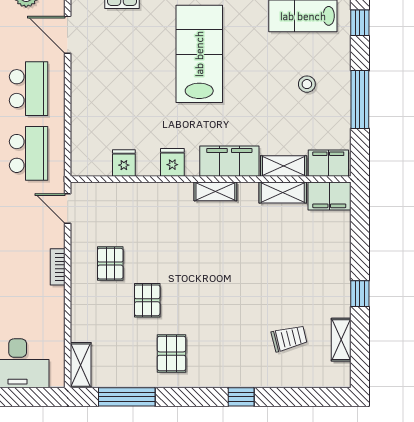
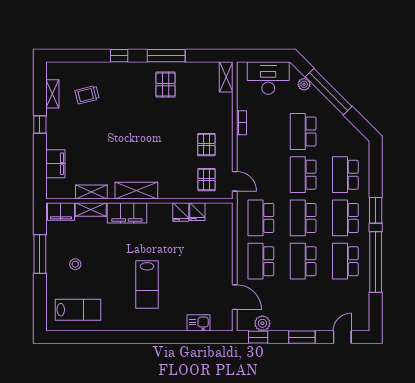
window: (360, 23) -> (40, 305), removed
lab bench: (199, 54) -> (147, 284), width x0.73, depth x0.72
fridge: (172, 162) -> (181, 212), moved
shelving: (215, 191) -> (136, 191), width x1.50, depth x1.33
filing cabinet: (329, 196) -> (55, 164), moved, turned 90
bookcase: (58, 267) -> (241, 123), moved
pallet: (147, 300) -> (207, 180), moved
window: (127, 397) -> (166, 56), moved

